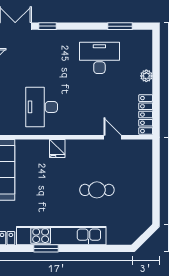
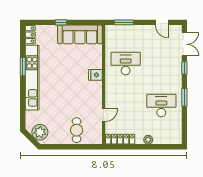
window: (120, 26) -> (184, 97), moved
desk: (99, 58) -> (161, 106), turned -90
cafe table: (97, 190) -> (77, 130), moved
plant: (136, 225) -> (40, 132), added

